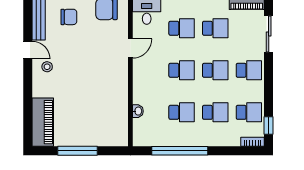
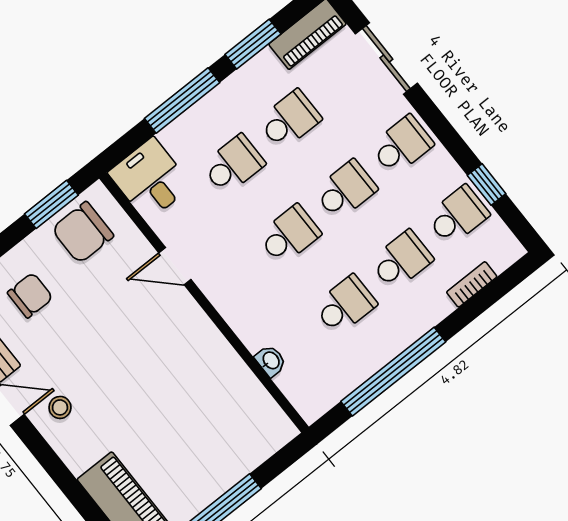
door: (130, 48) -> (175, 266), swing flipped
window: (269, 125) -> (487, 184), moved
bookcase: (252, 142) -> (472, 284), moved

